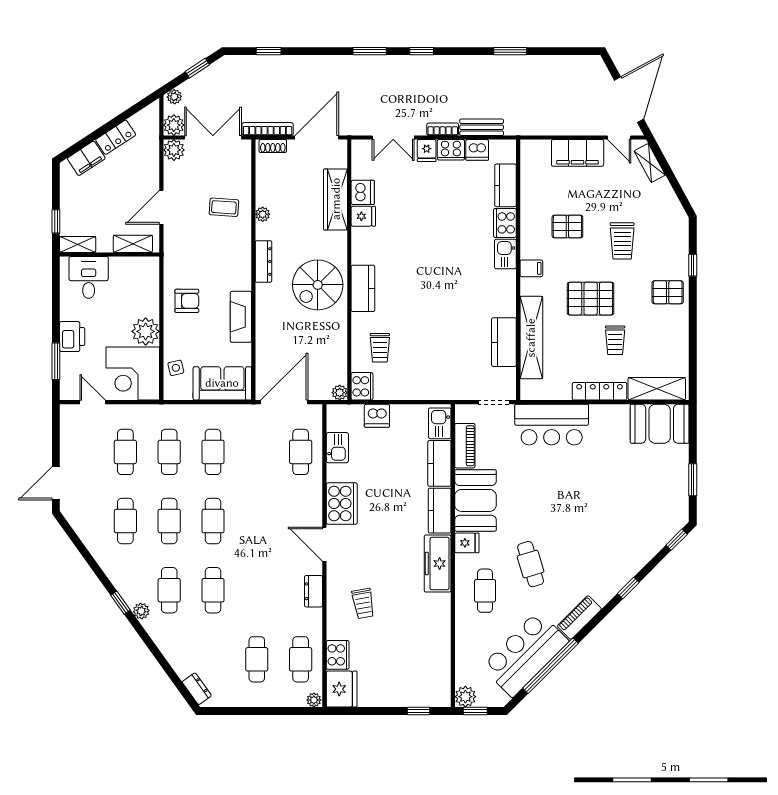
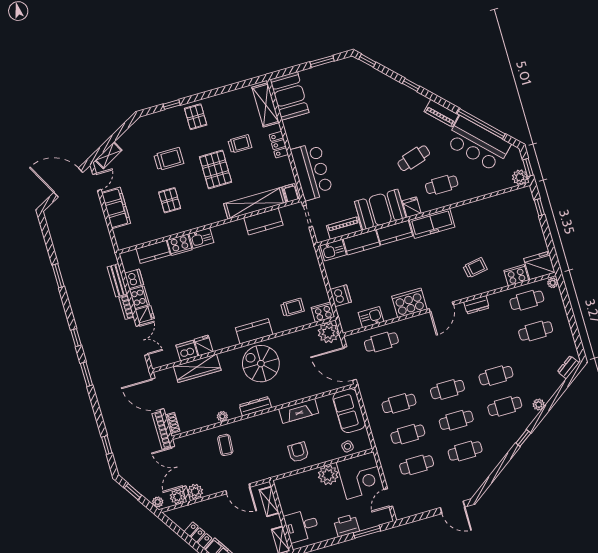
filing cabinet: (531, 268) -> (291, 193), moved
spiral stairs: (318, 285) -> (261, 364), turned 180
locker: (599, 391) -> (279, 145), width x0.66
plant: (340, 393) -> (328, 333), width x1.88, depth x1.88
plant: (141, 611) -> (539, 405), moved

